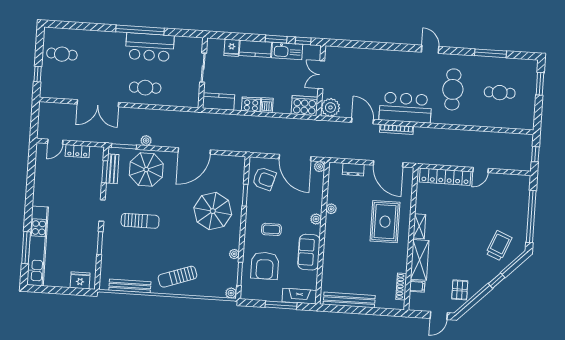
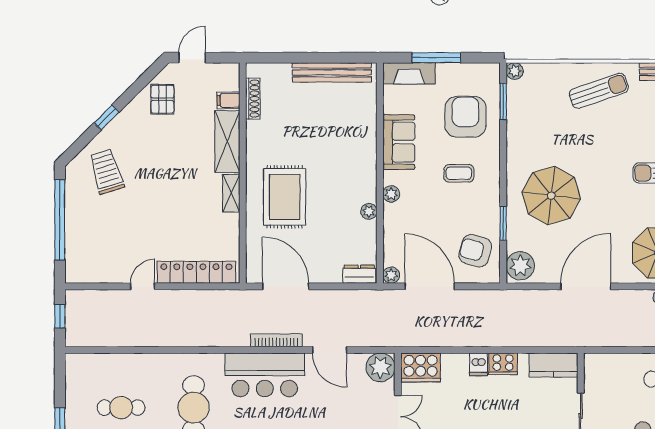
dresser: (353, 169) -> (359, 274), moved
trolley: (499, 246) -> (107, 172), turned 141
plant: (234, 254) -> (520, 266), moved, width x1.88, depth x1.88

